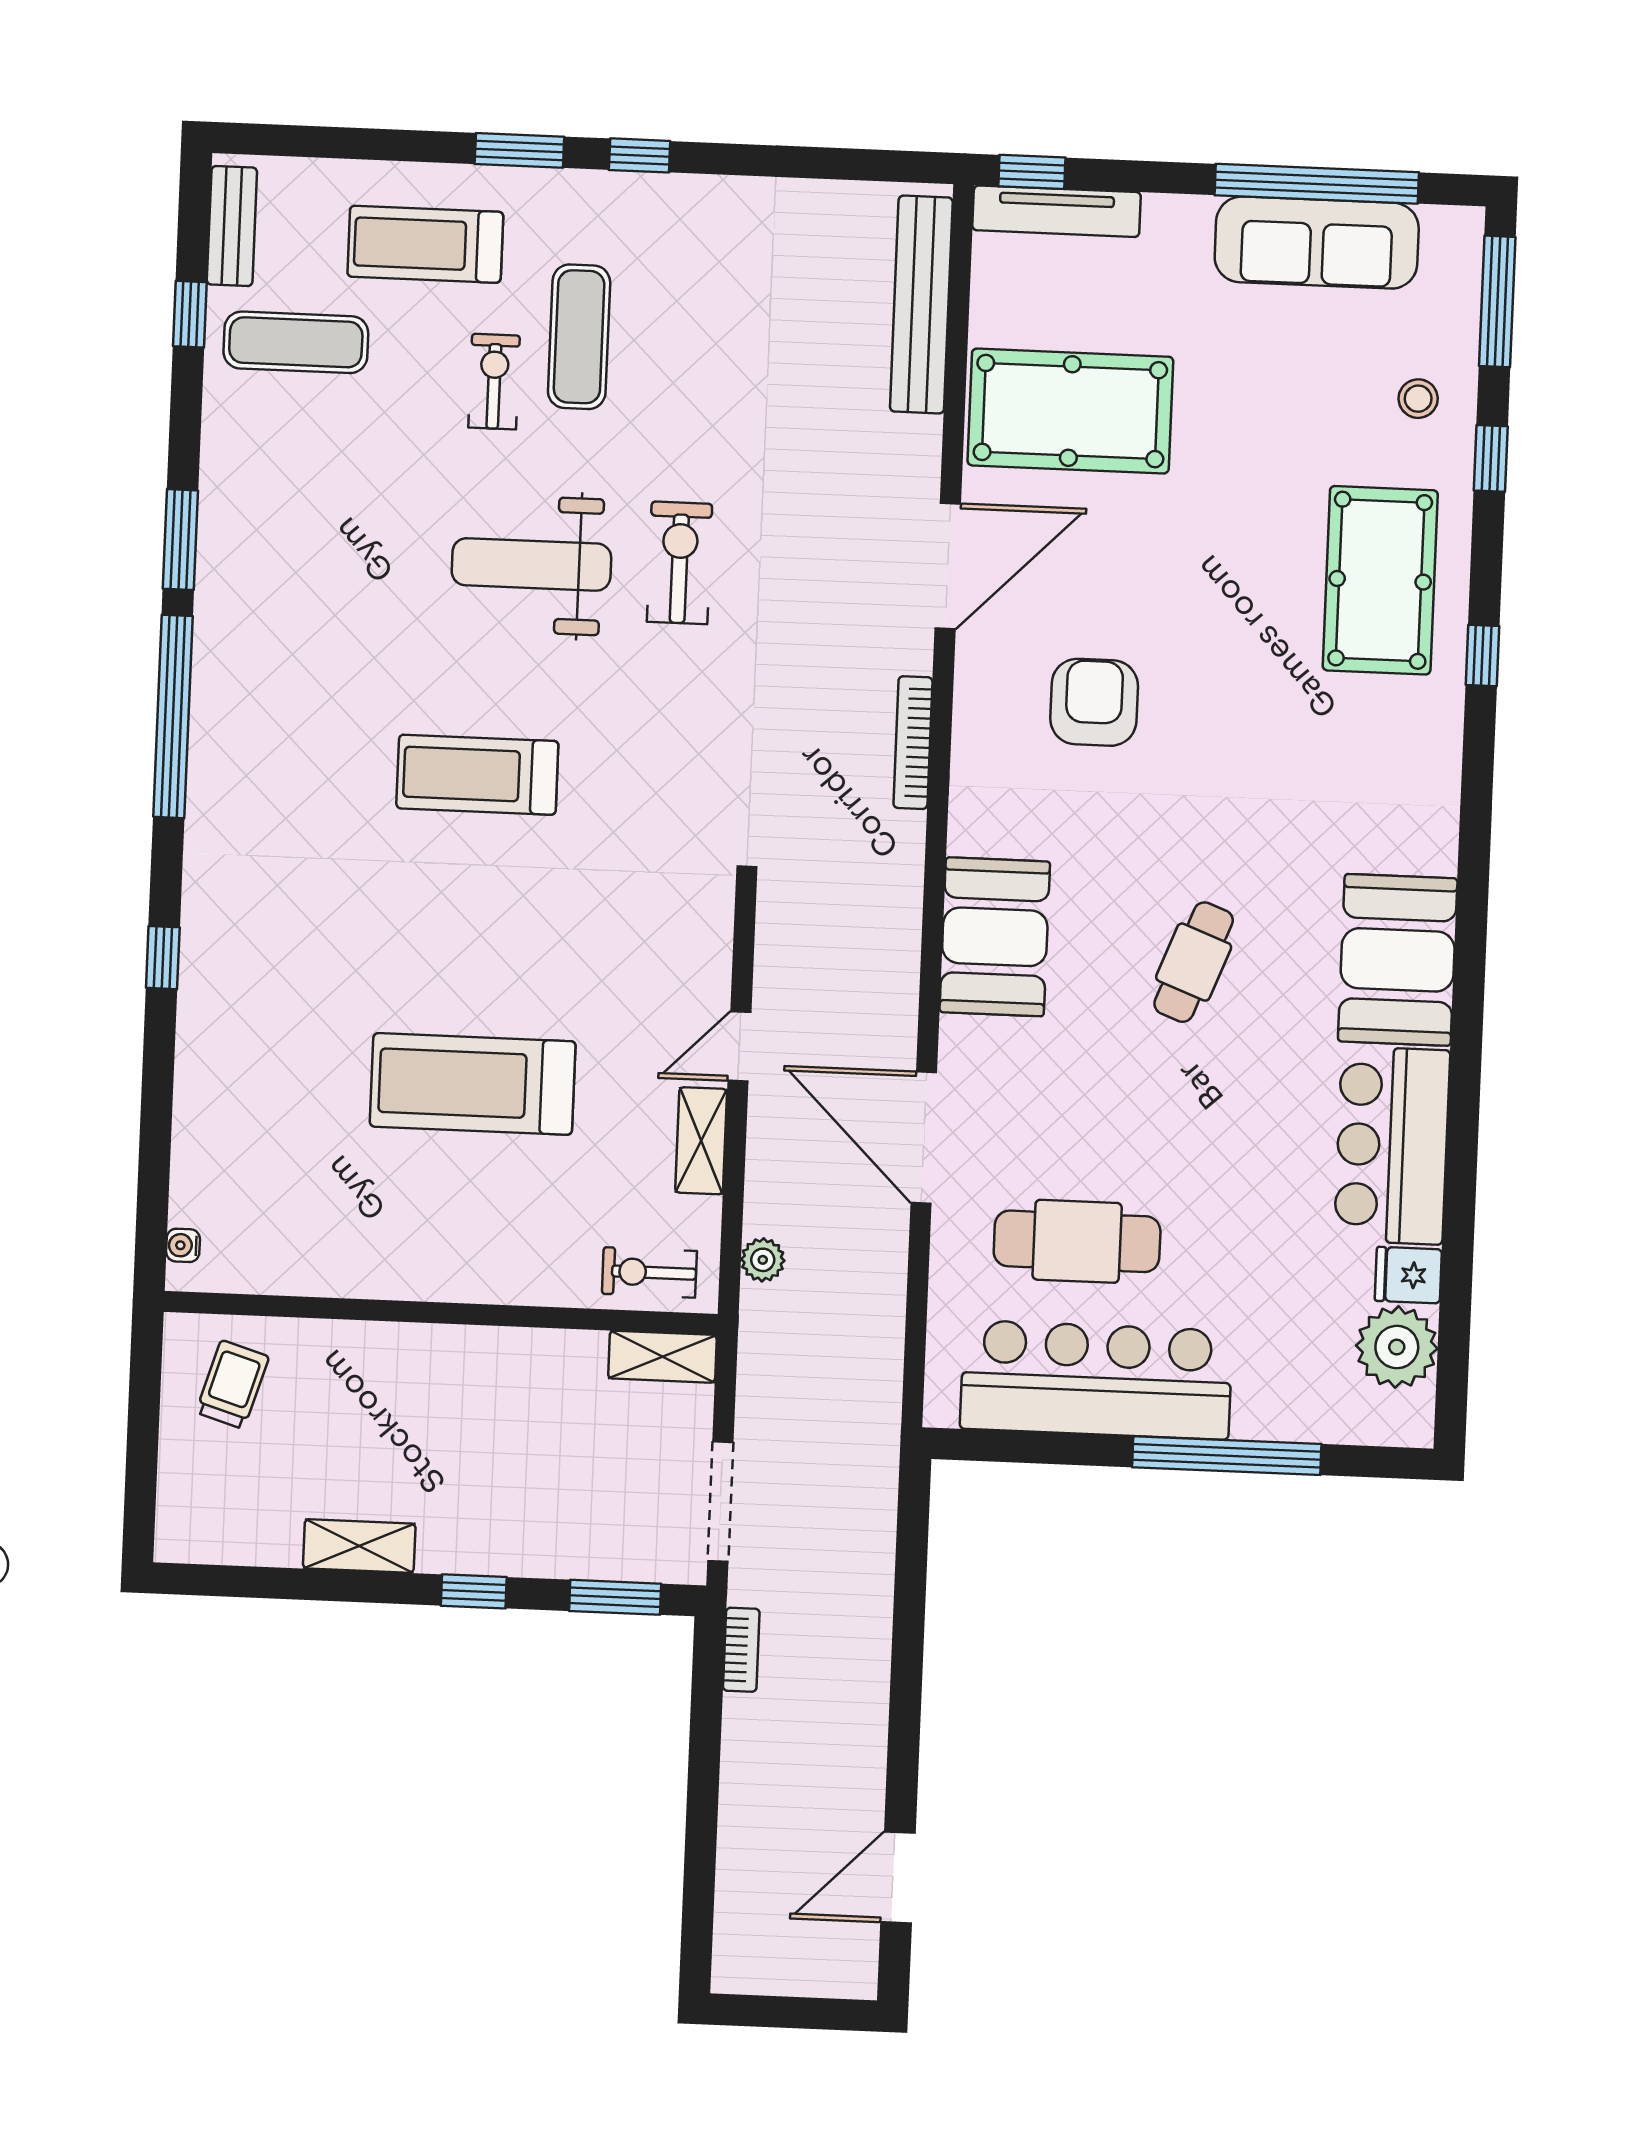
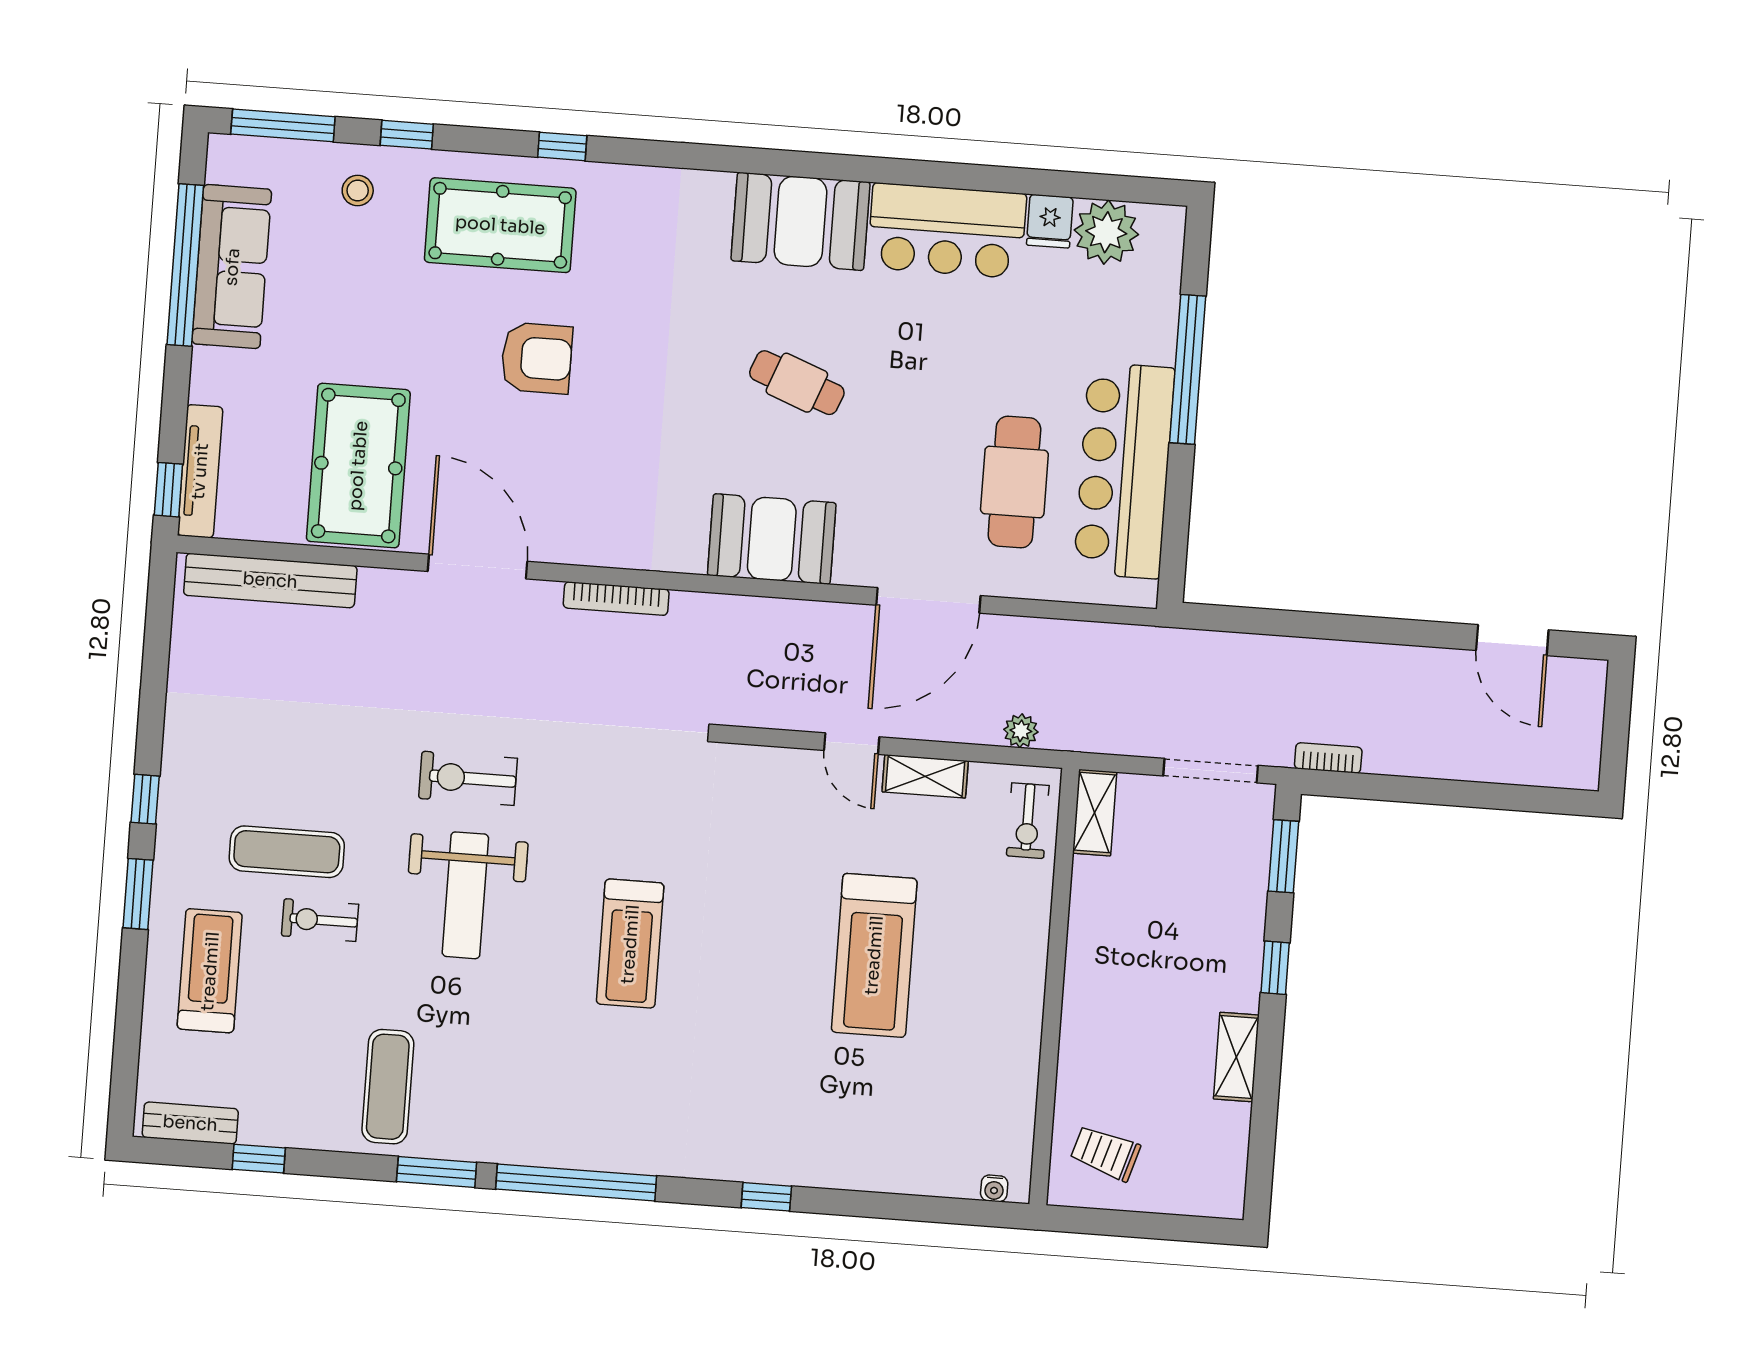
treadmill: (425, 244) -> (210, 971), turned 180
exercise mat: (296, 342) -> (388, 1087), moved
armchair: (1094, 702) -> (537, 358), moved, turned 180

